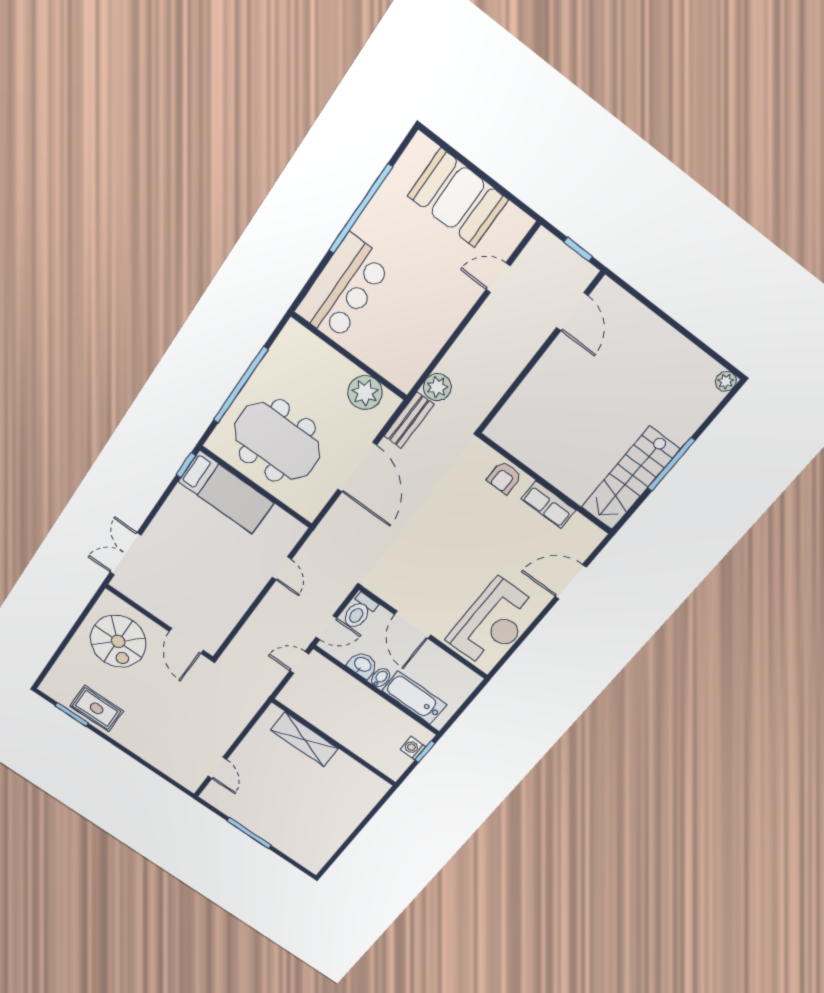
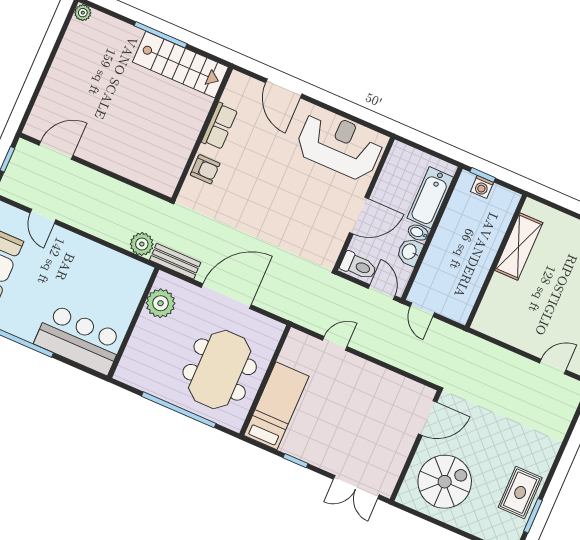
window: (186, 465) -> (296, 461), moved
shelving: (304, 739) -> (519, 247), moved

